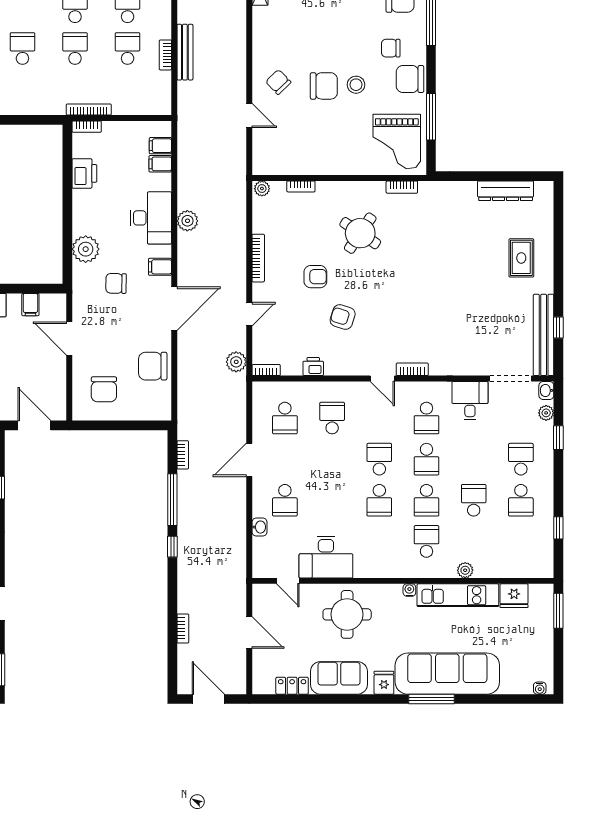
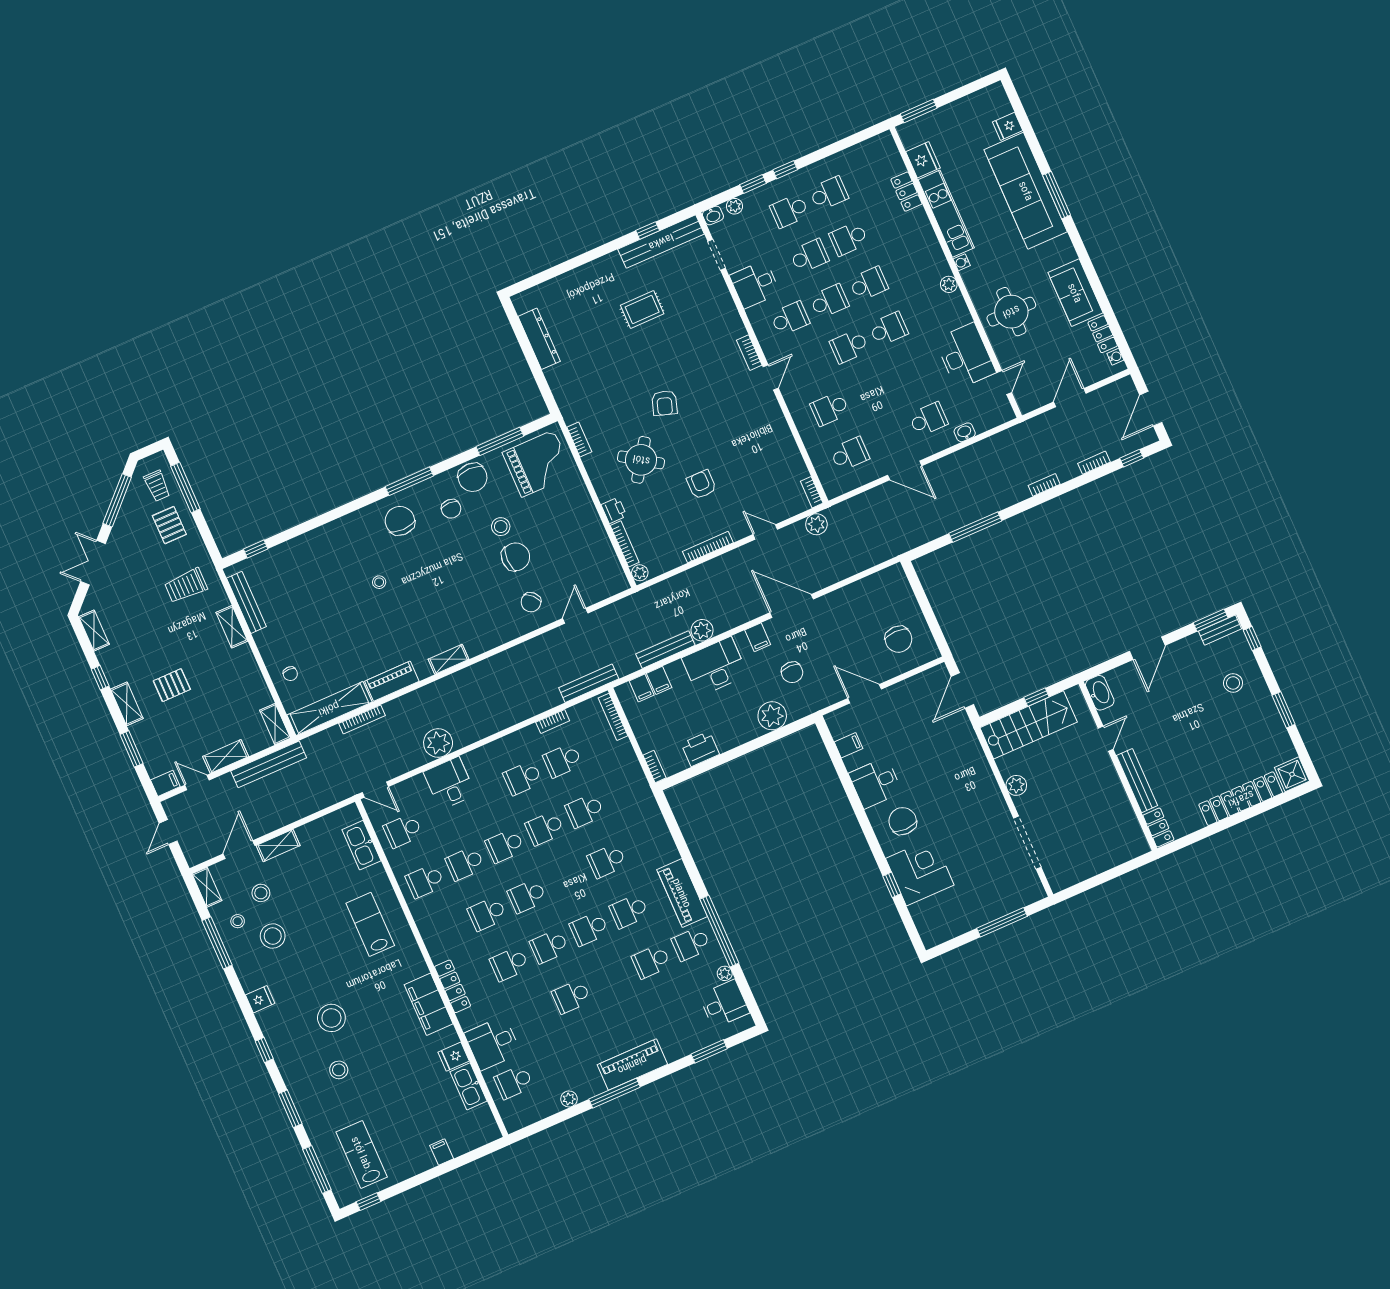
bench: (185, 52) -> (589, 683), moved
chair: (324, 86) -> (516, 557), turned 90
bookcase: (89, 109) -> (613, 717), moved
bench: (185, 181) -> (665, 650), added
bookcase: (301, 186) -> (625, 544), width x1.56
rug: (521, 258) -> (642, 310), moved
armchair: (343, 317) -> (664, 403), moved
door: (69, 339) -> (865, 694), swing flipped
chair: (153, 366) -> (856, 602), removed
printer: (313, 367) -> (614, 510), moved, turned 180
doorway: (511, 379) -> (717, 255), width x0.73
chair: (104, 389) -> (899, 639), turned 90
bookcase: (183, 455) -> (1044, 485), moved
window: (558, 528) -> (785, 170), moved
school desk: (426, 541) -> (809, 256), moved, turned 180
window: (172, 547) -> (1132, 458), moved
locker: (493, 569) -> (906, 192), added
plant: (465, 570) -> (949, 284), moved
fridge: (384, 683) -> (1008, 126), moved
water cooler: (540, 688) -> (1115, 357), moved

